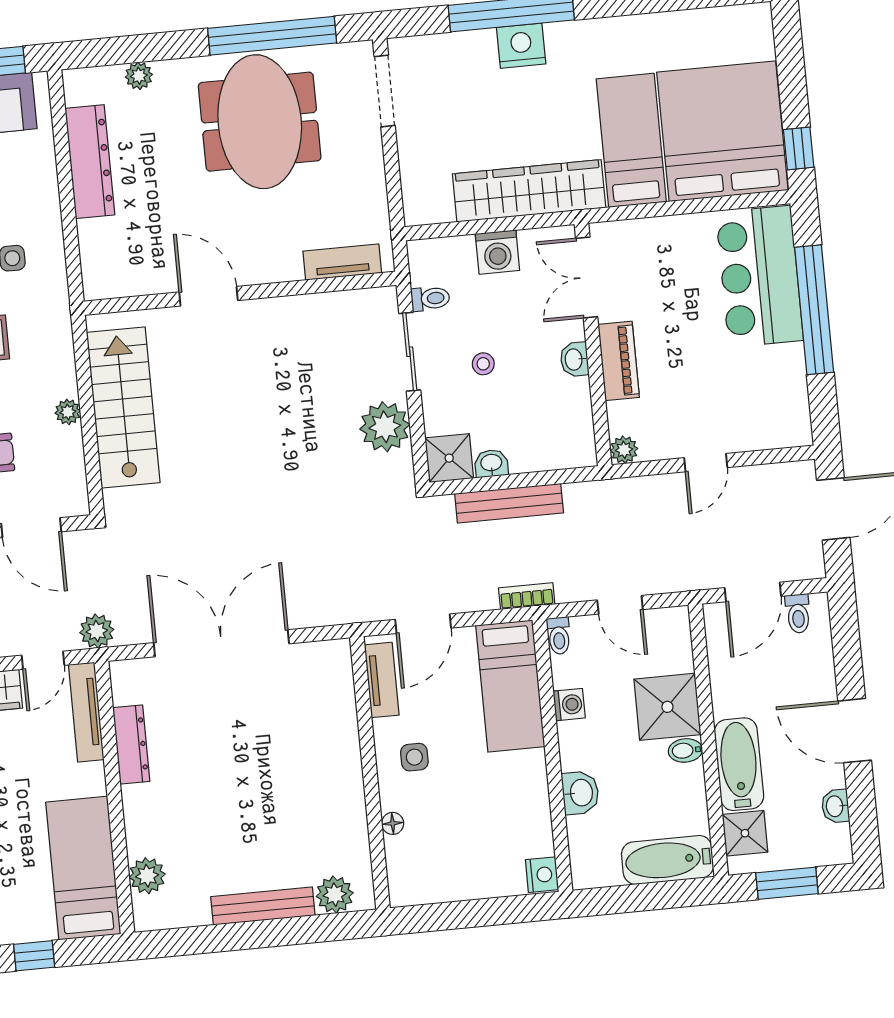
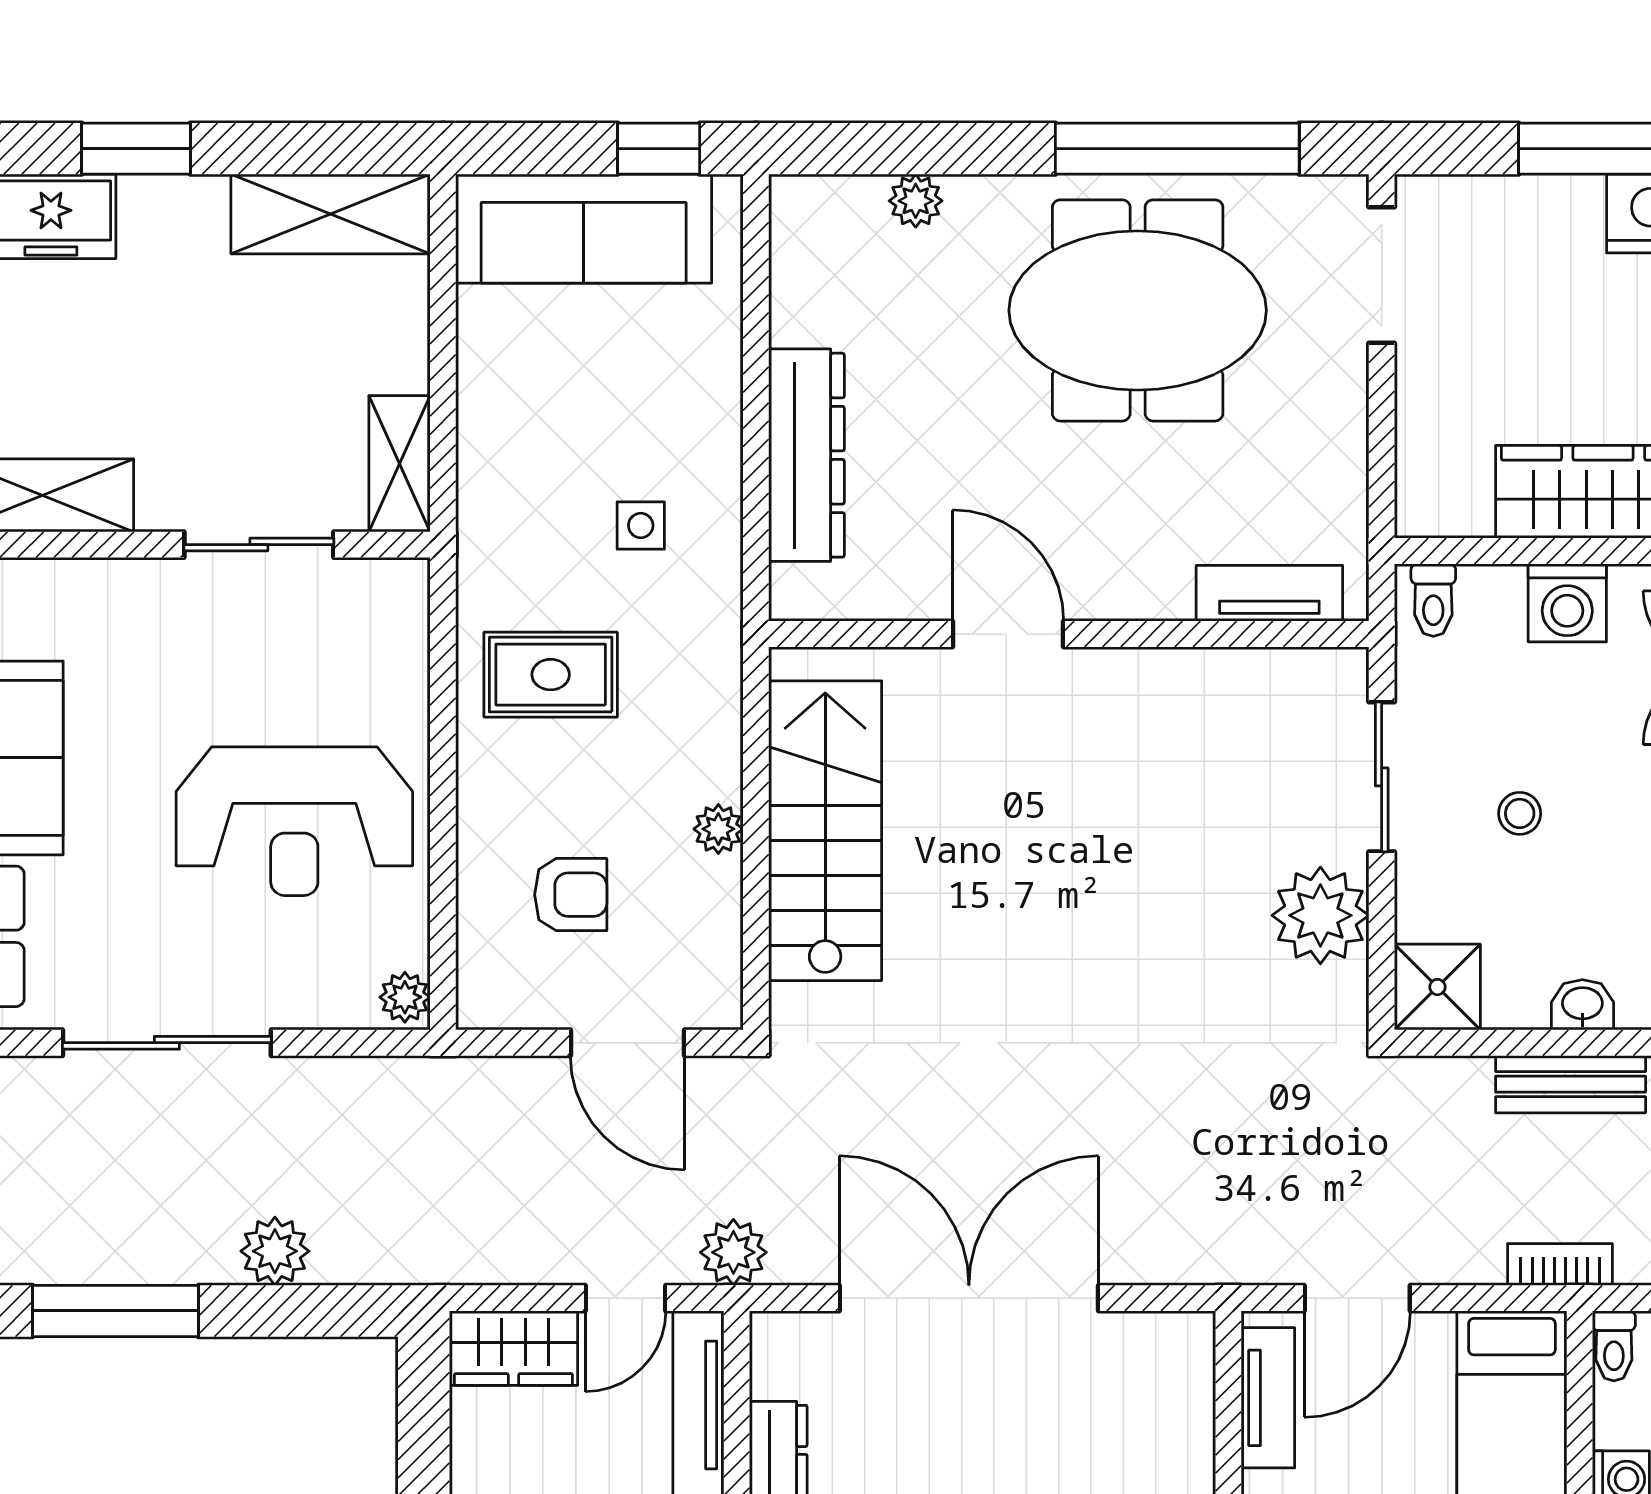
meeting table: (260, 122) -> (1138, 310), turned 90
dresser: (90, 162) -> (806, 455), moved
toilet: (430, 299) -> (1433, 600), moved, turned 90
washbasin: (491, 463) -> (1582, 1005), moved
bench: (509, 503) -> (1571, 1084), width x0.73

